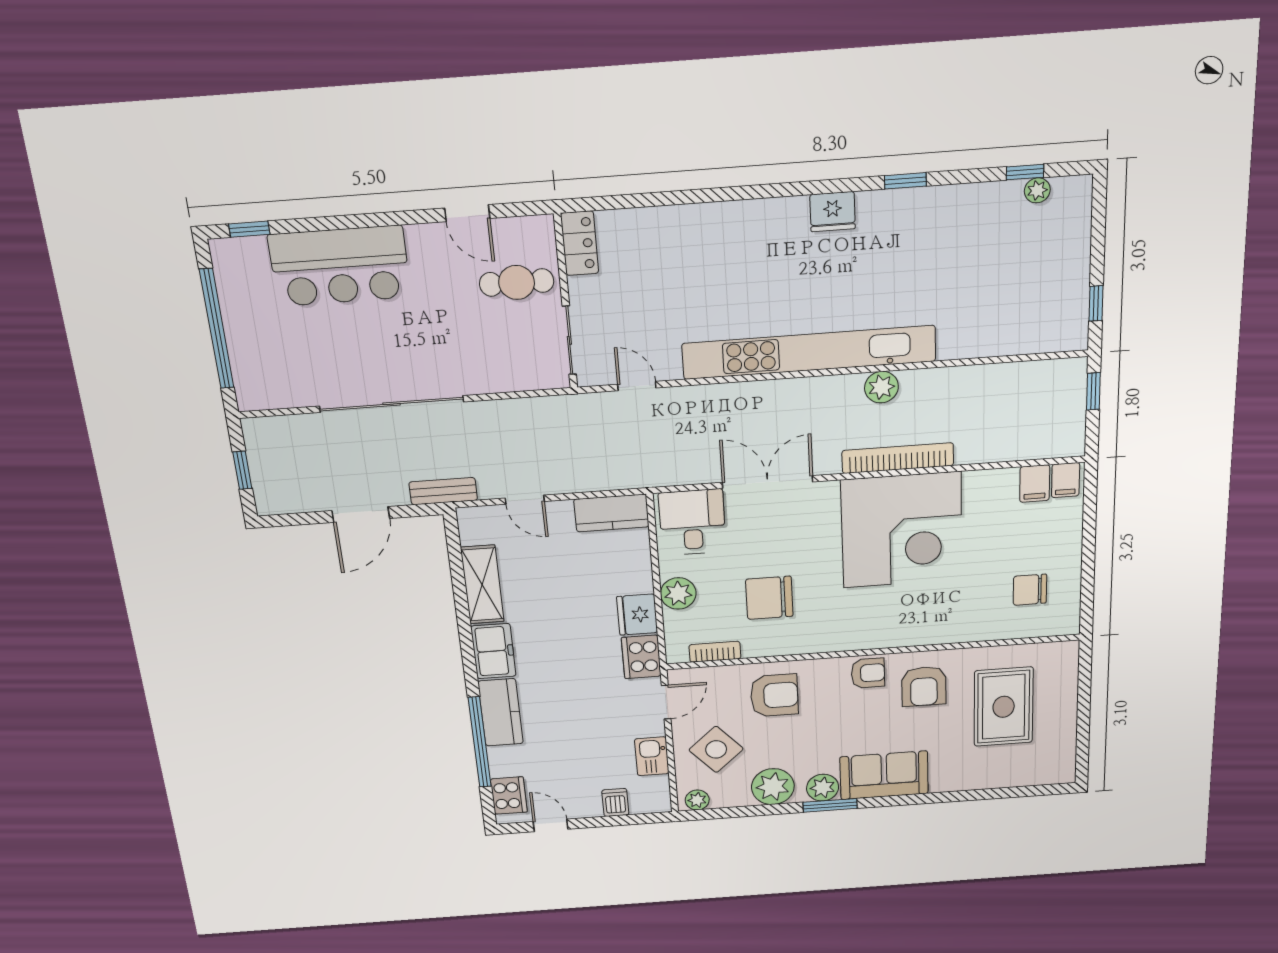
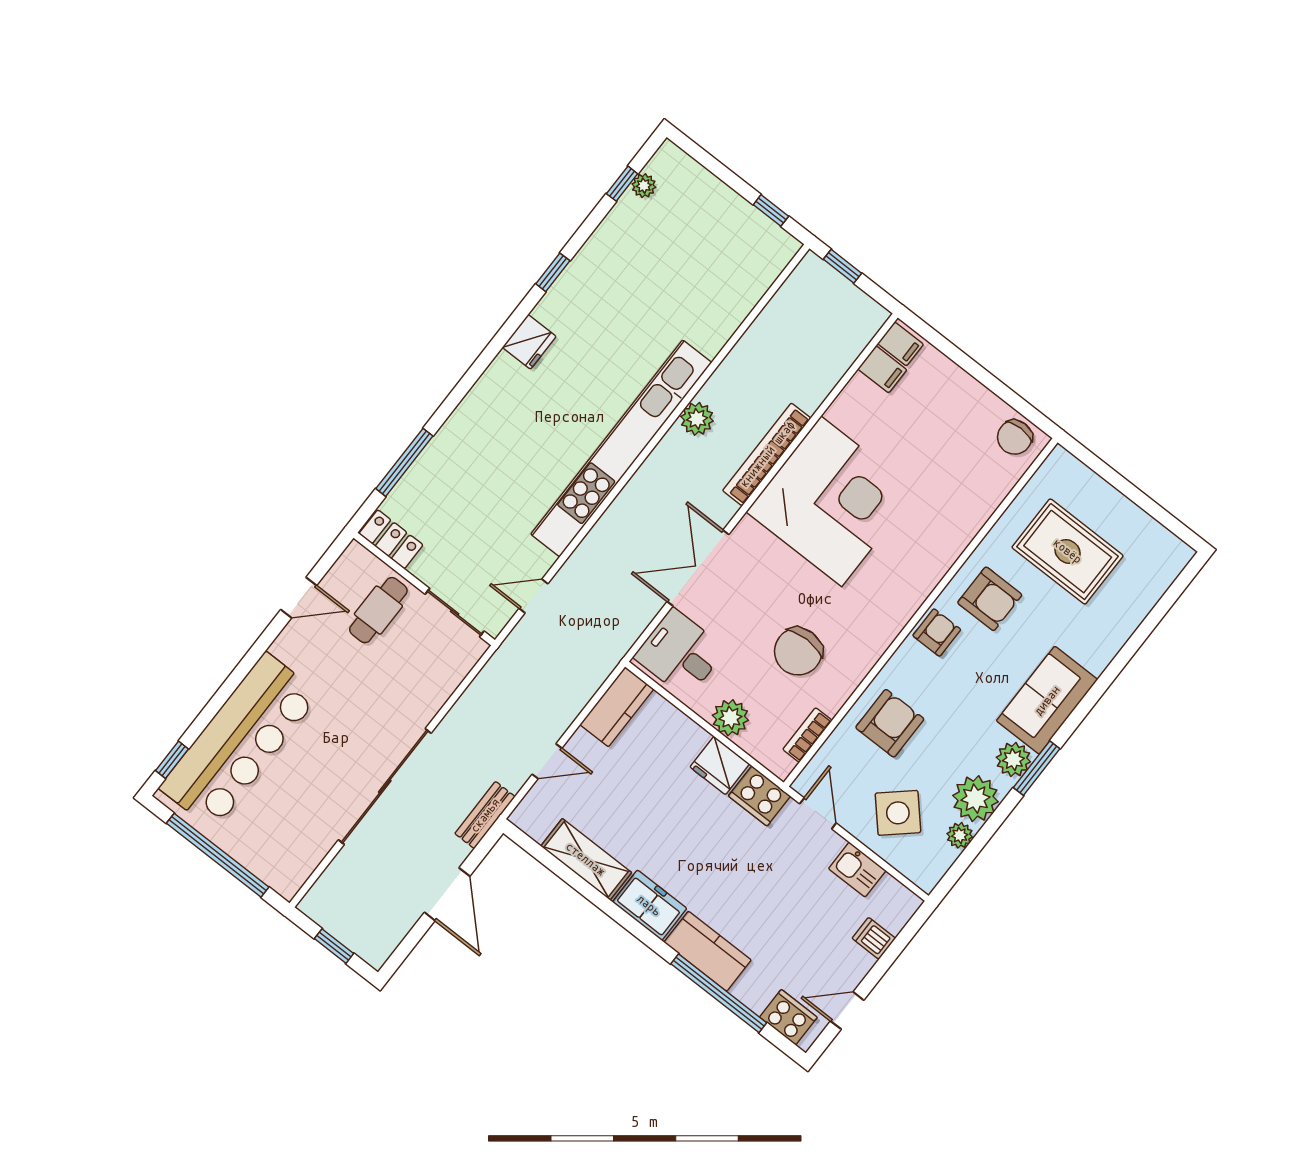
window: (649, 200) -> (404, 462), added
bar counter: (340, 266) -> (240, 741), width x1.36
chair: (1030, 590) -> (1015, 437), moved
plant: (697, 800) -> (960, 835), moved

